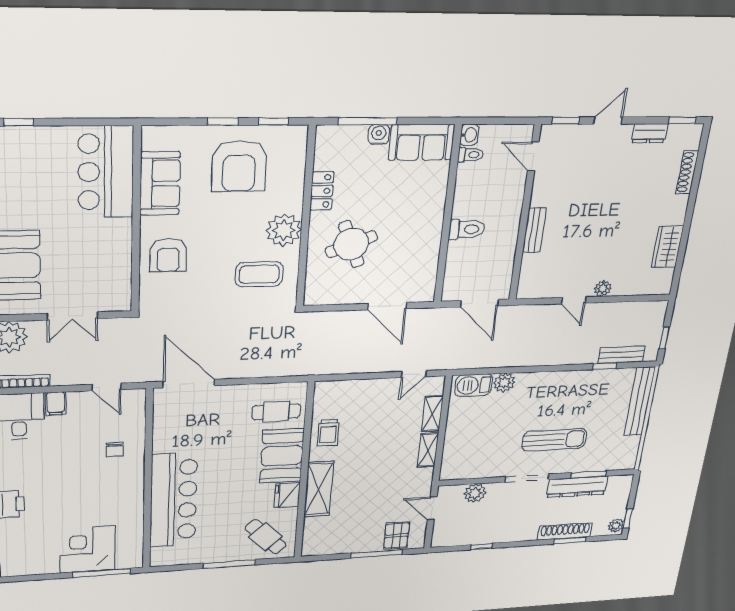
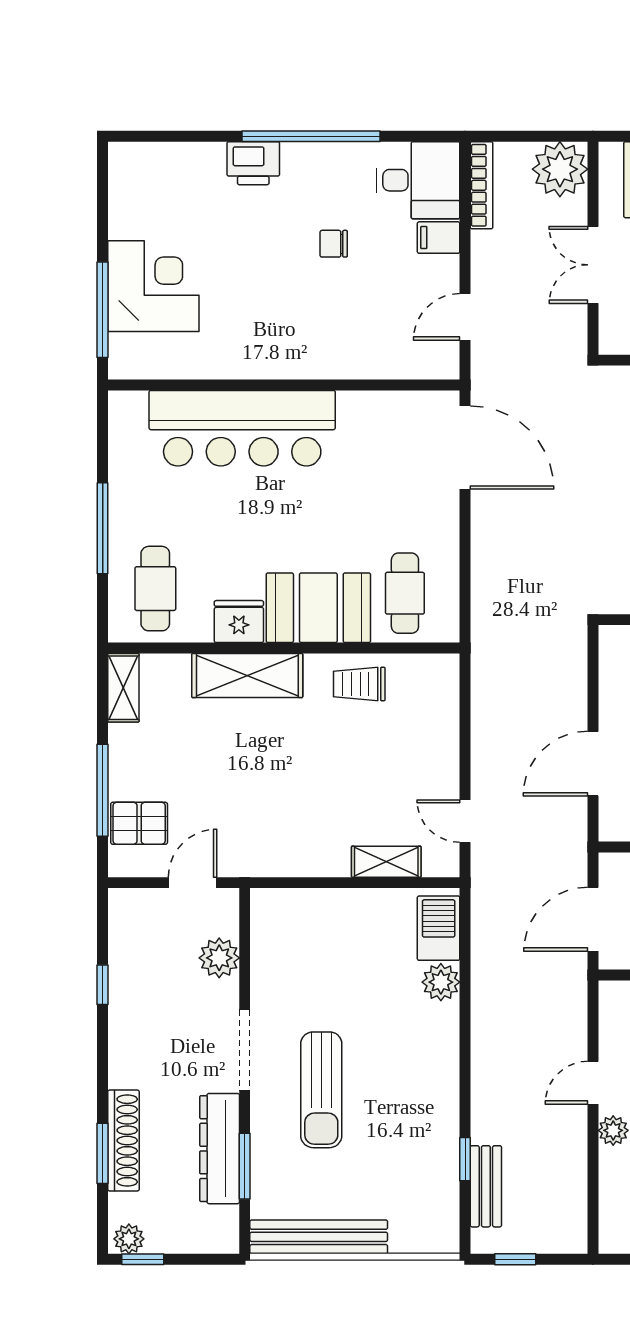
door: (189, 384) -> (465, 447), hinge flipped
bench: (640, 401) -> (319, 1237), moved
chair: (115, 450) -> (334, 244), moved
shelving: (428, 450) -> (123, 688), moved, turned 90
cafe table: (265, 537) -> (155, 589), turned -46

